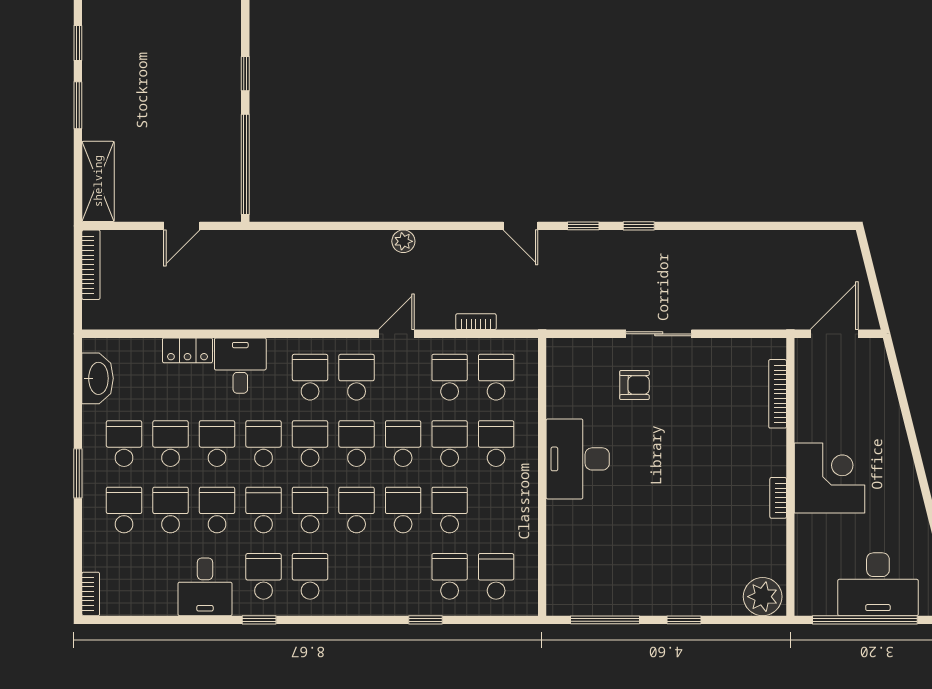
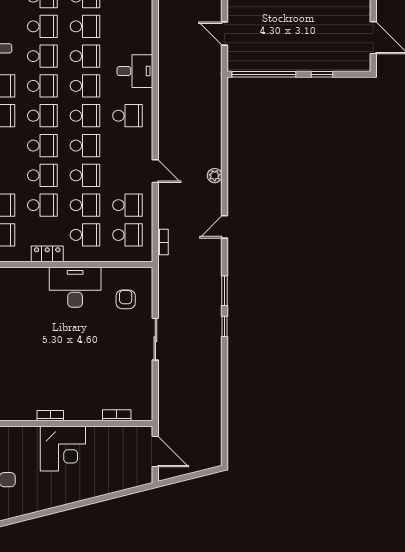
door: (520, 226) -> (224, 227), moved
window: (583, 226) -> (224, 291), width x1.50
bookcase: (476, 322) -> (163, 242), moved
locker: (187, 350) -> (47, 254), moved, turned 90
school desk: (357, 377) -> (127, 146), removed
armchair: (634, 385) -> (126, 299), moved, turned 180
bookcase: (778, 394) -> (117, 415), width x0.64

